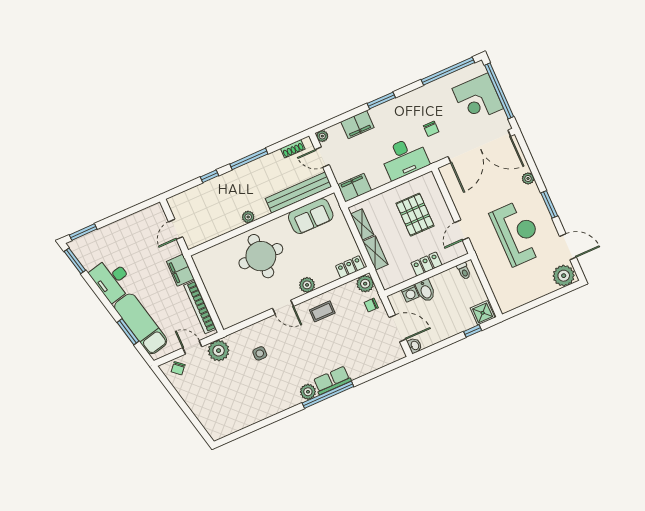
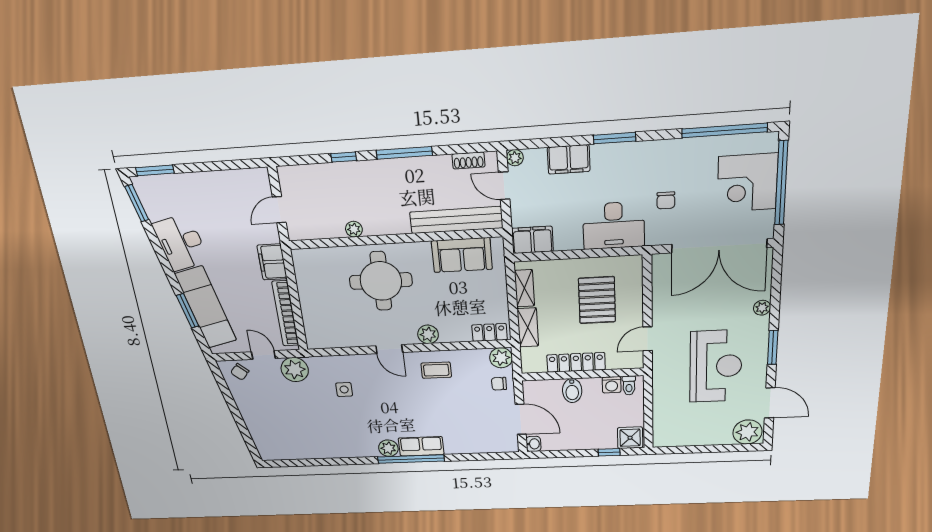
plant: (248, 217) -> (354, 229), moved
locker: (426, 264) -> (576, 362), width x1.53
washing machine: (410, 293) -> (612, 385), moved

